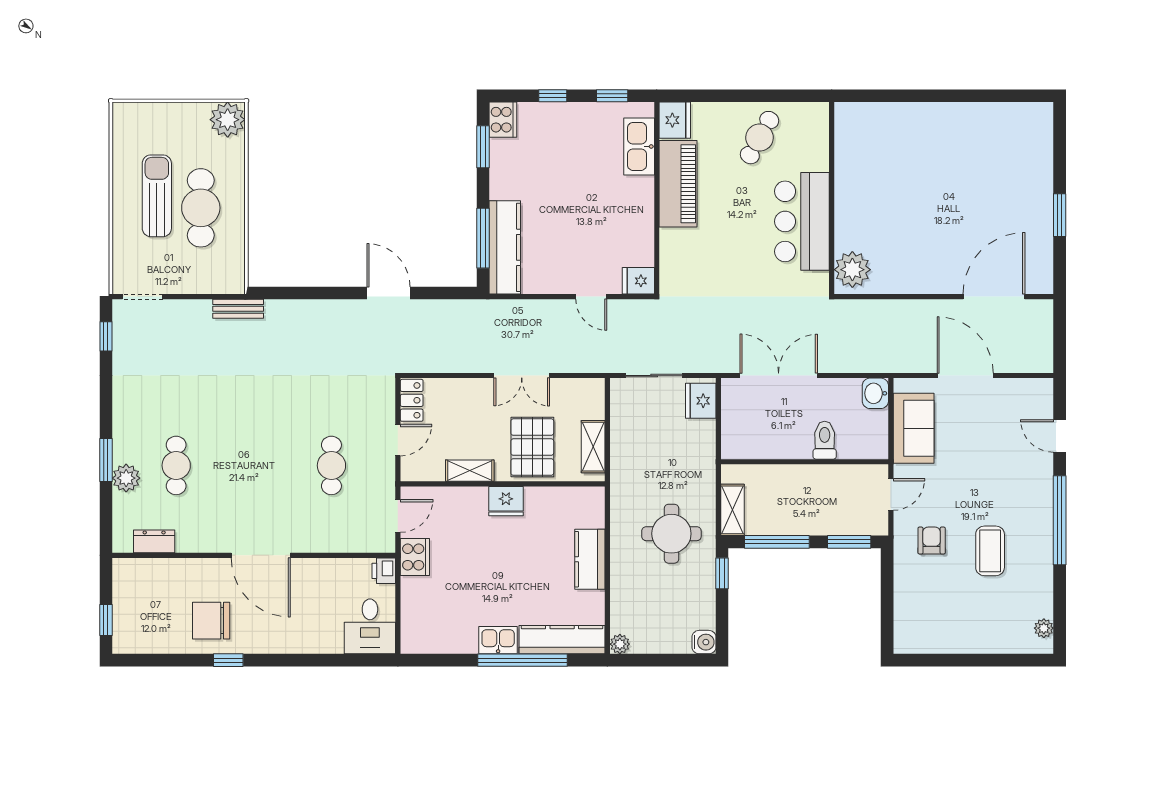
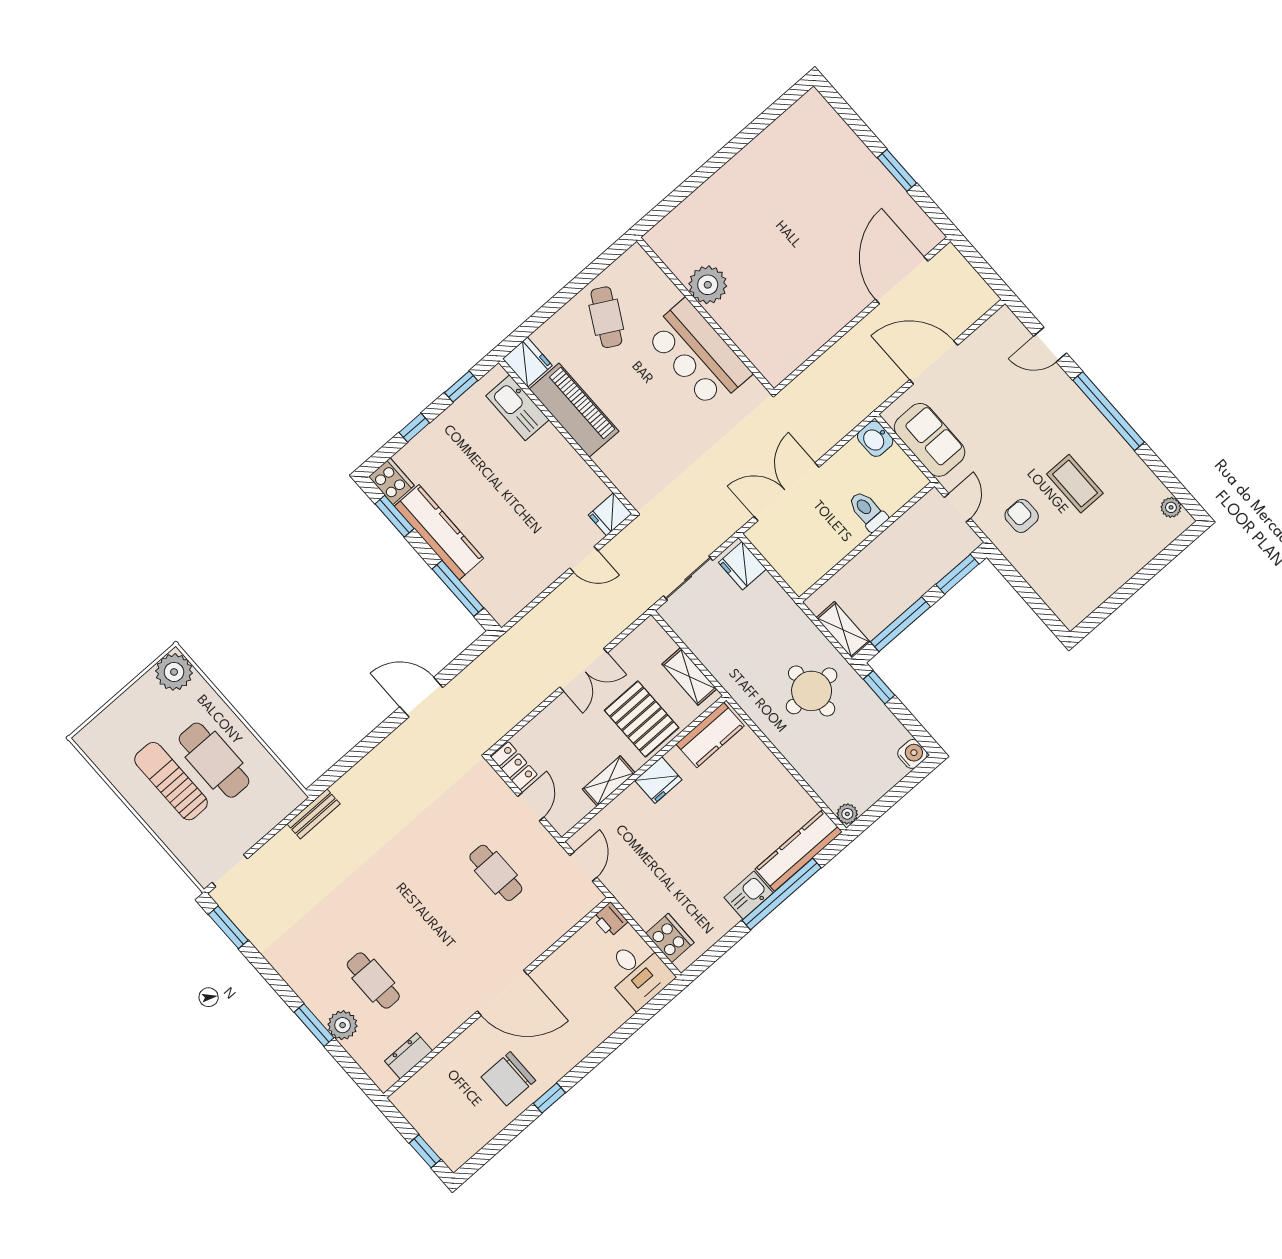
kitchen counter: (505, 247) -> (439, 532), moved
plant: (852, 270) -> (708, 285), moved
window: (106, 336) -> (228, 927), width x1.50
cooker: (415, 557) -> (670, 938), moved
kitchen counter: (590, 559) -> (710, 735), moved, turned -90

